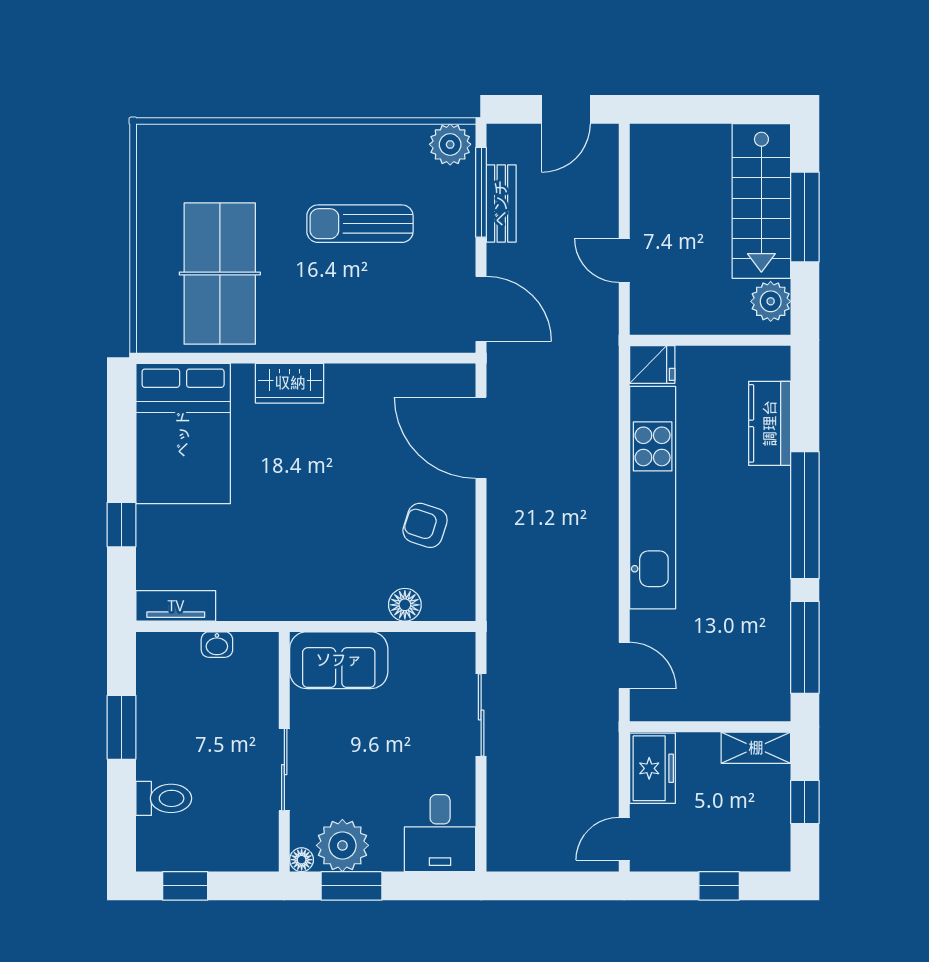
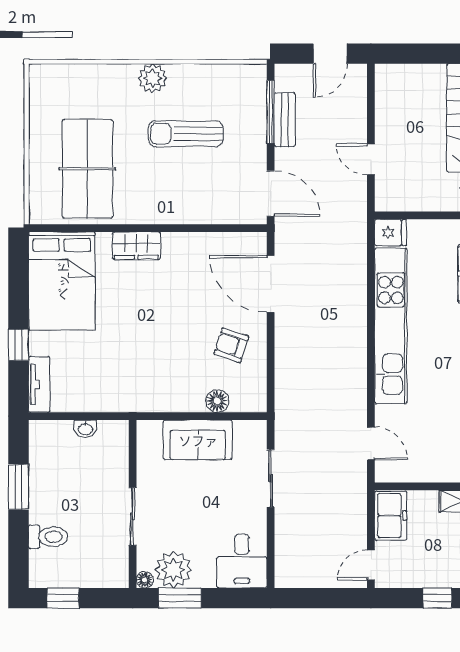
plant: (450, 144) -> (153, 78), moved
tv unit: (176, 606) -> (39, 384), moved, turned 90
sofa: (339, 660) -> (198, 440), moved

